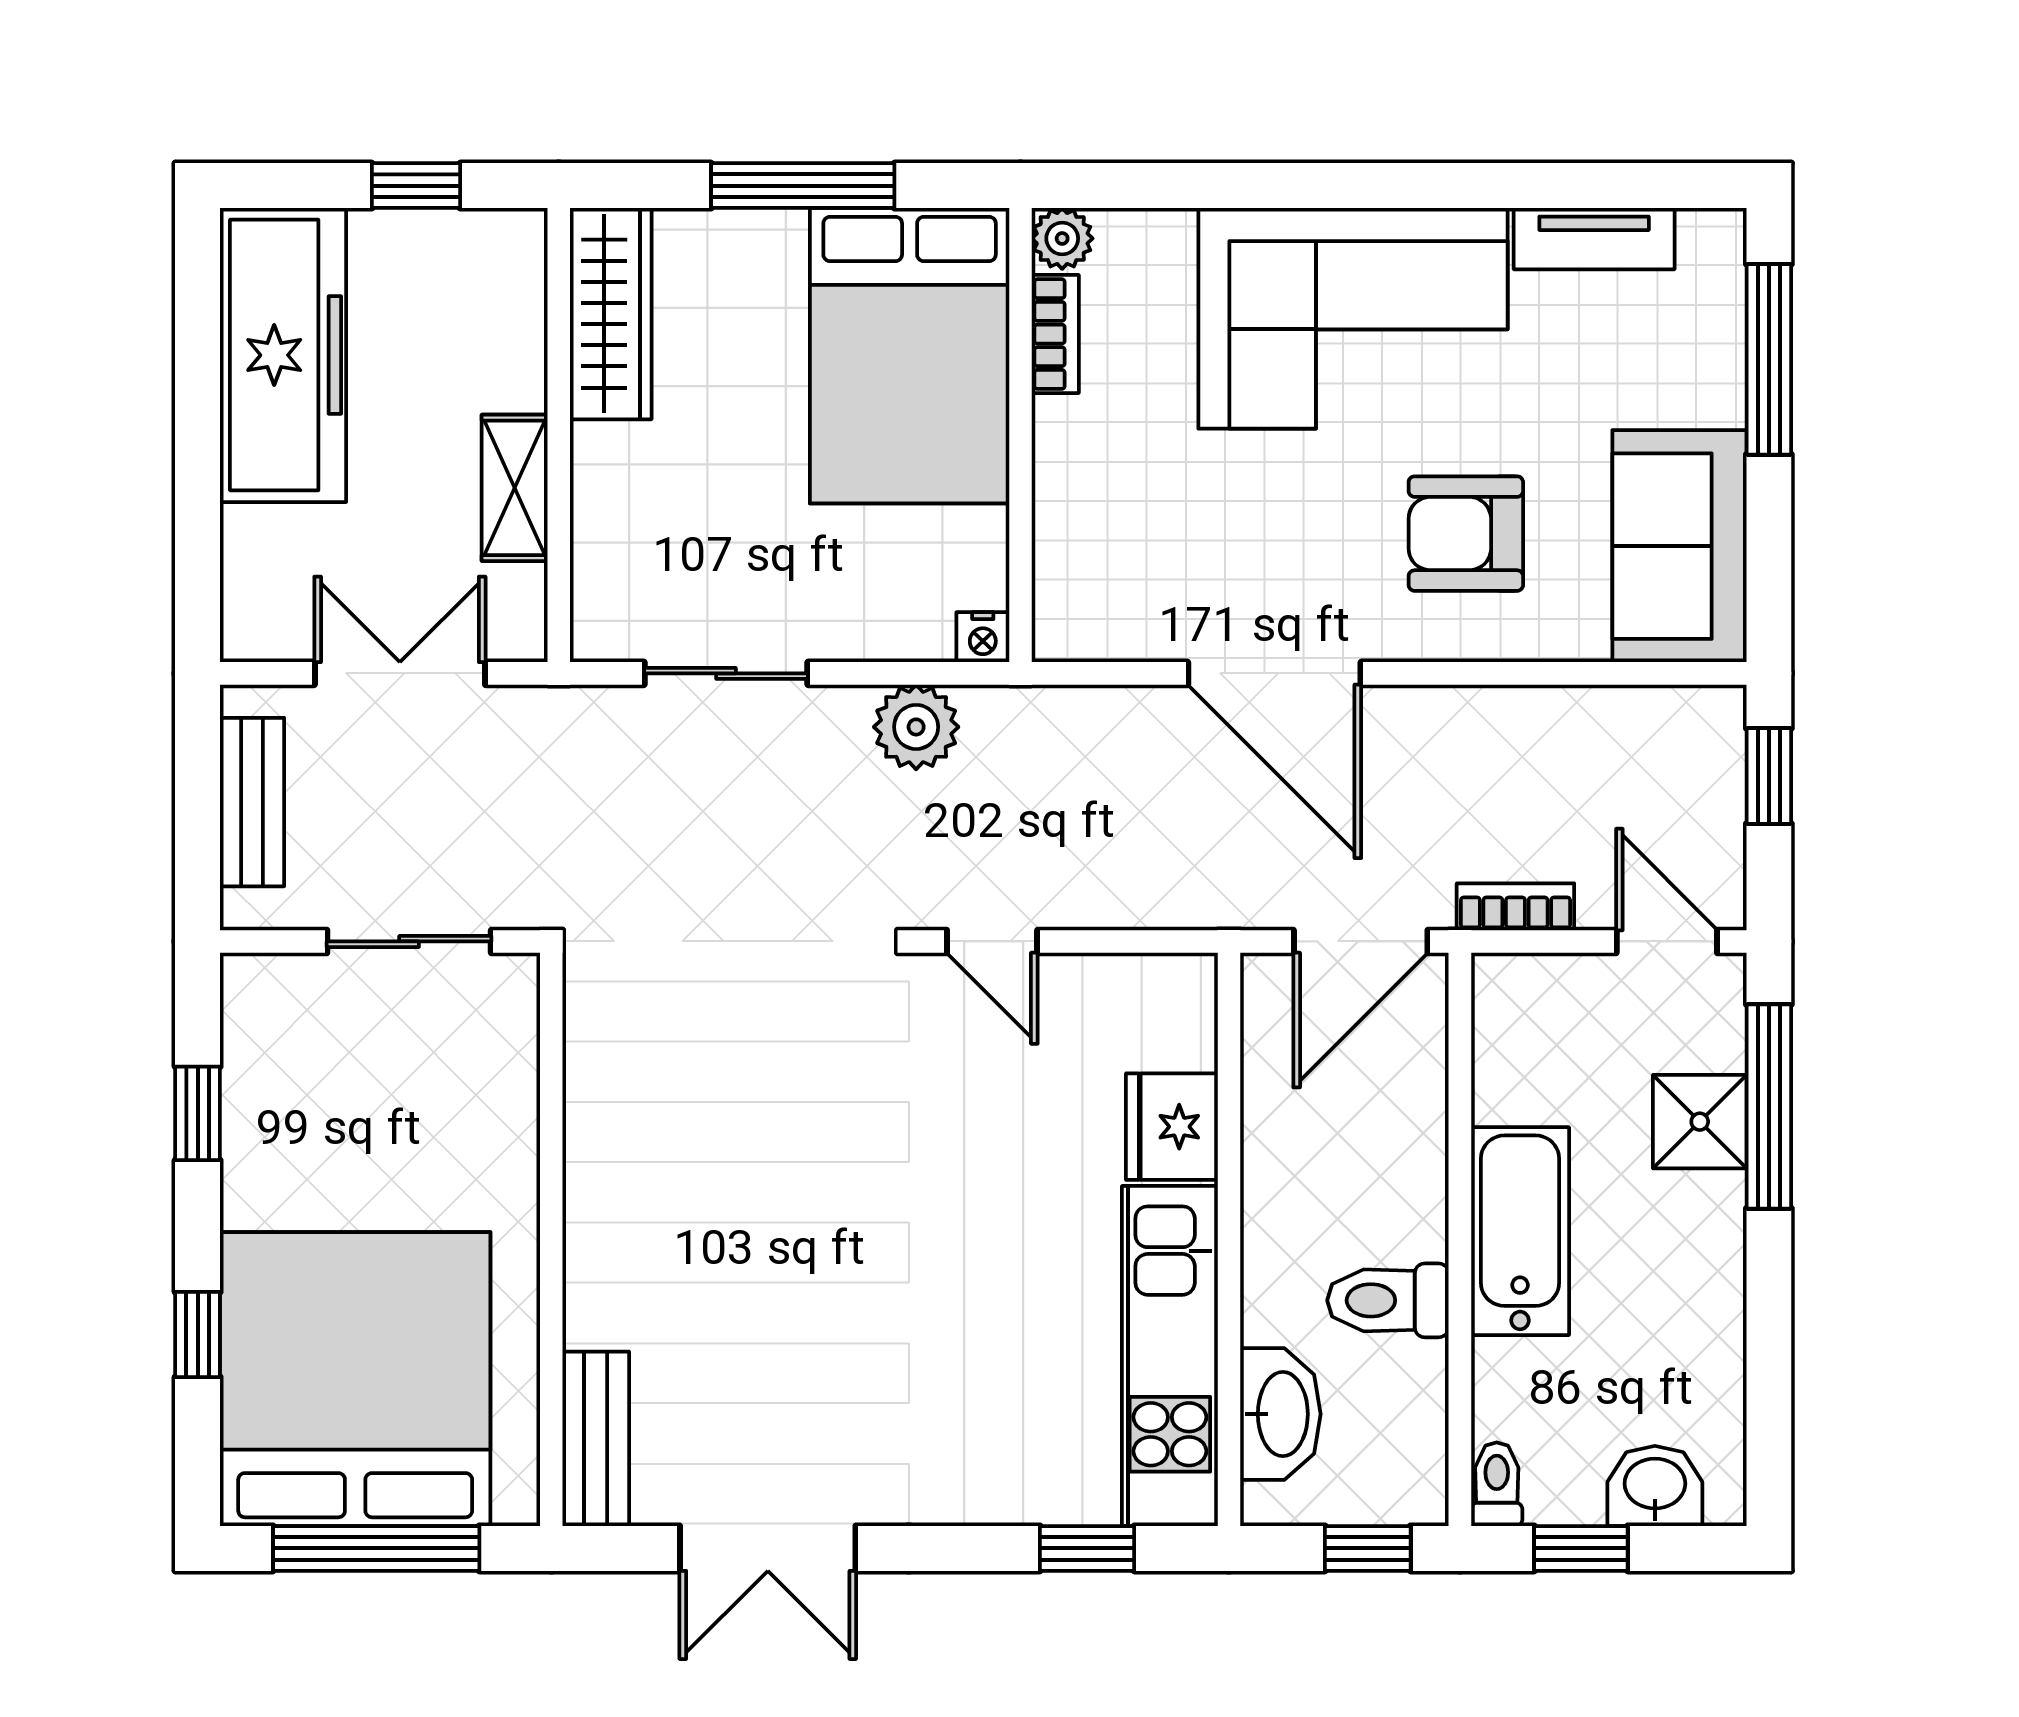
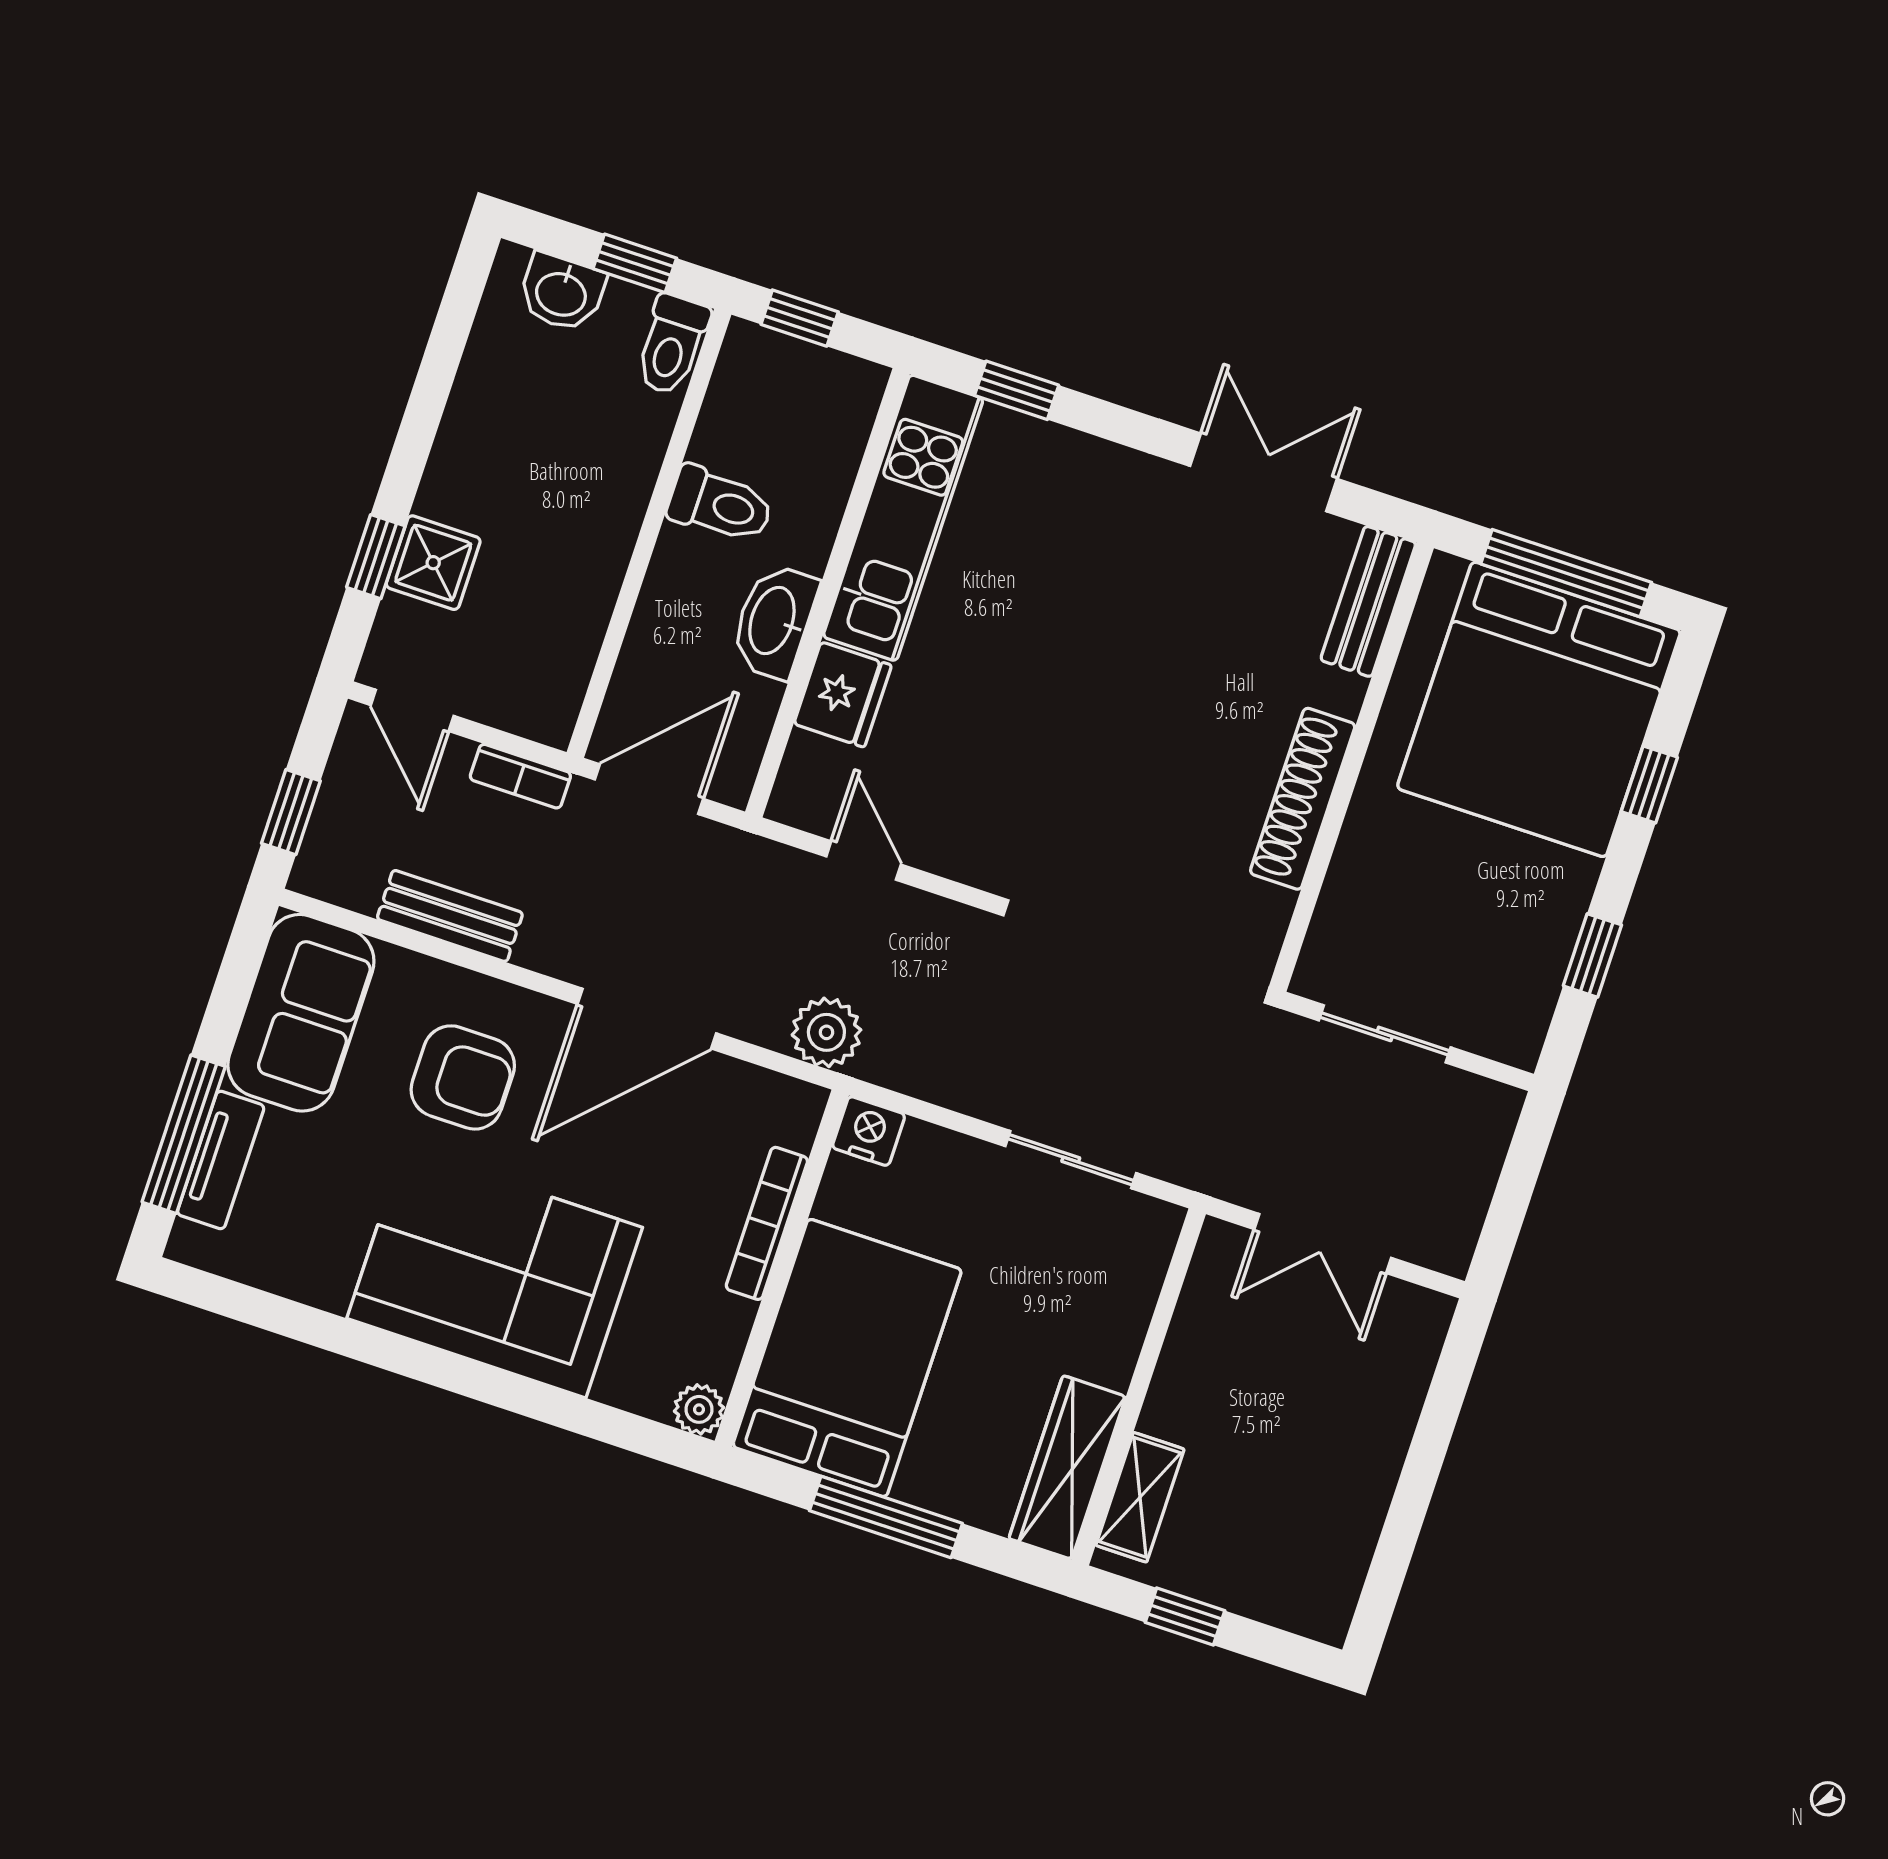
tv unit: (1594, 239) -> (221, 1160), moved, turned 90
bookcase: (1055, 334) -> (767, 1223), moved, width x1.56
freezer: (283, 355) -> (1331, 1520), removed
shelving: (515, 488) -> (1140, 1497), moved
nightstand: (983, 637) -> (869, 1131), width x1.39, depth x1.35
door: (1274, 673) -> (647, 1019), swing flipped
plant: (916, 727) -> (826, 1032), moved
bench: (252, 802) -> (450, 916), moved, turned 90
door: (992, 941) -> (864, 861), moved
window: (1769, 1106) -> (376, 557), width x0.46
shoe rack: (596, 1184) -> (1303, 799), added
bathtub: (1520, 1231) -> (600, 524), removed
washbasin: (1280, 1414) -> (774, 621), moved
toilet: (1497, 1484) -> (672, 345), width x1.37, depth x1.39

